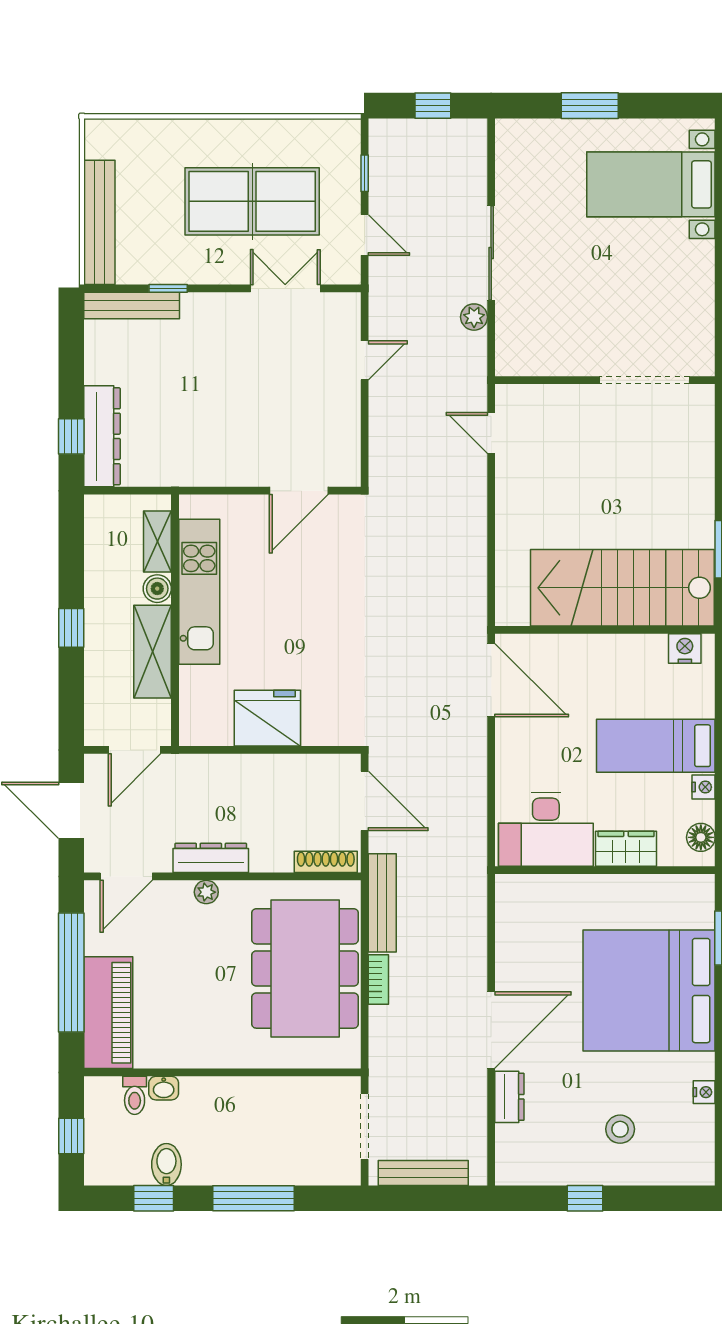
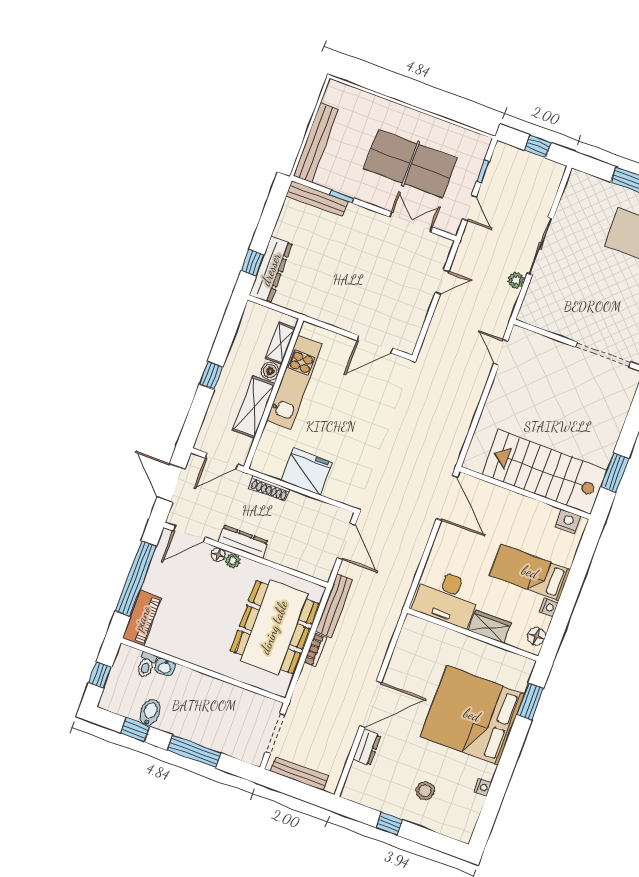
shoe rack: (326, 862) -> (269, 489), moved, turned 180
floor lamp: (181, 891) -> (218, 555), added
piano: (108, 1013) -> (142, 618), width x0.73, depth x0.75

